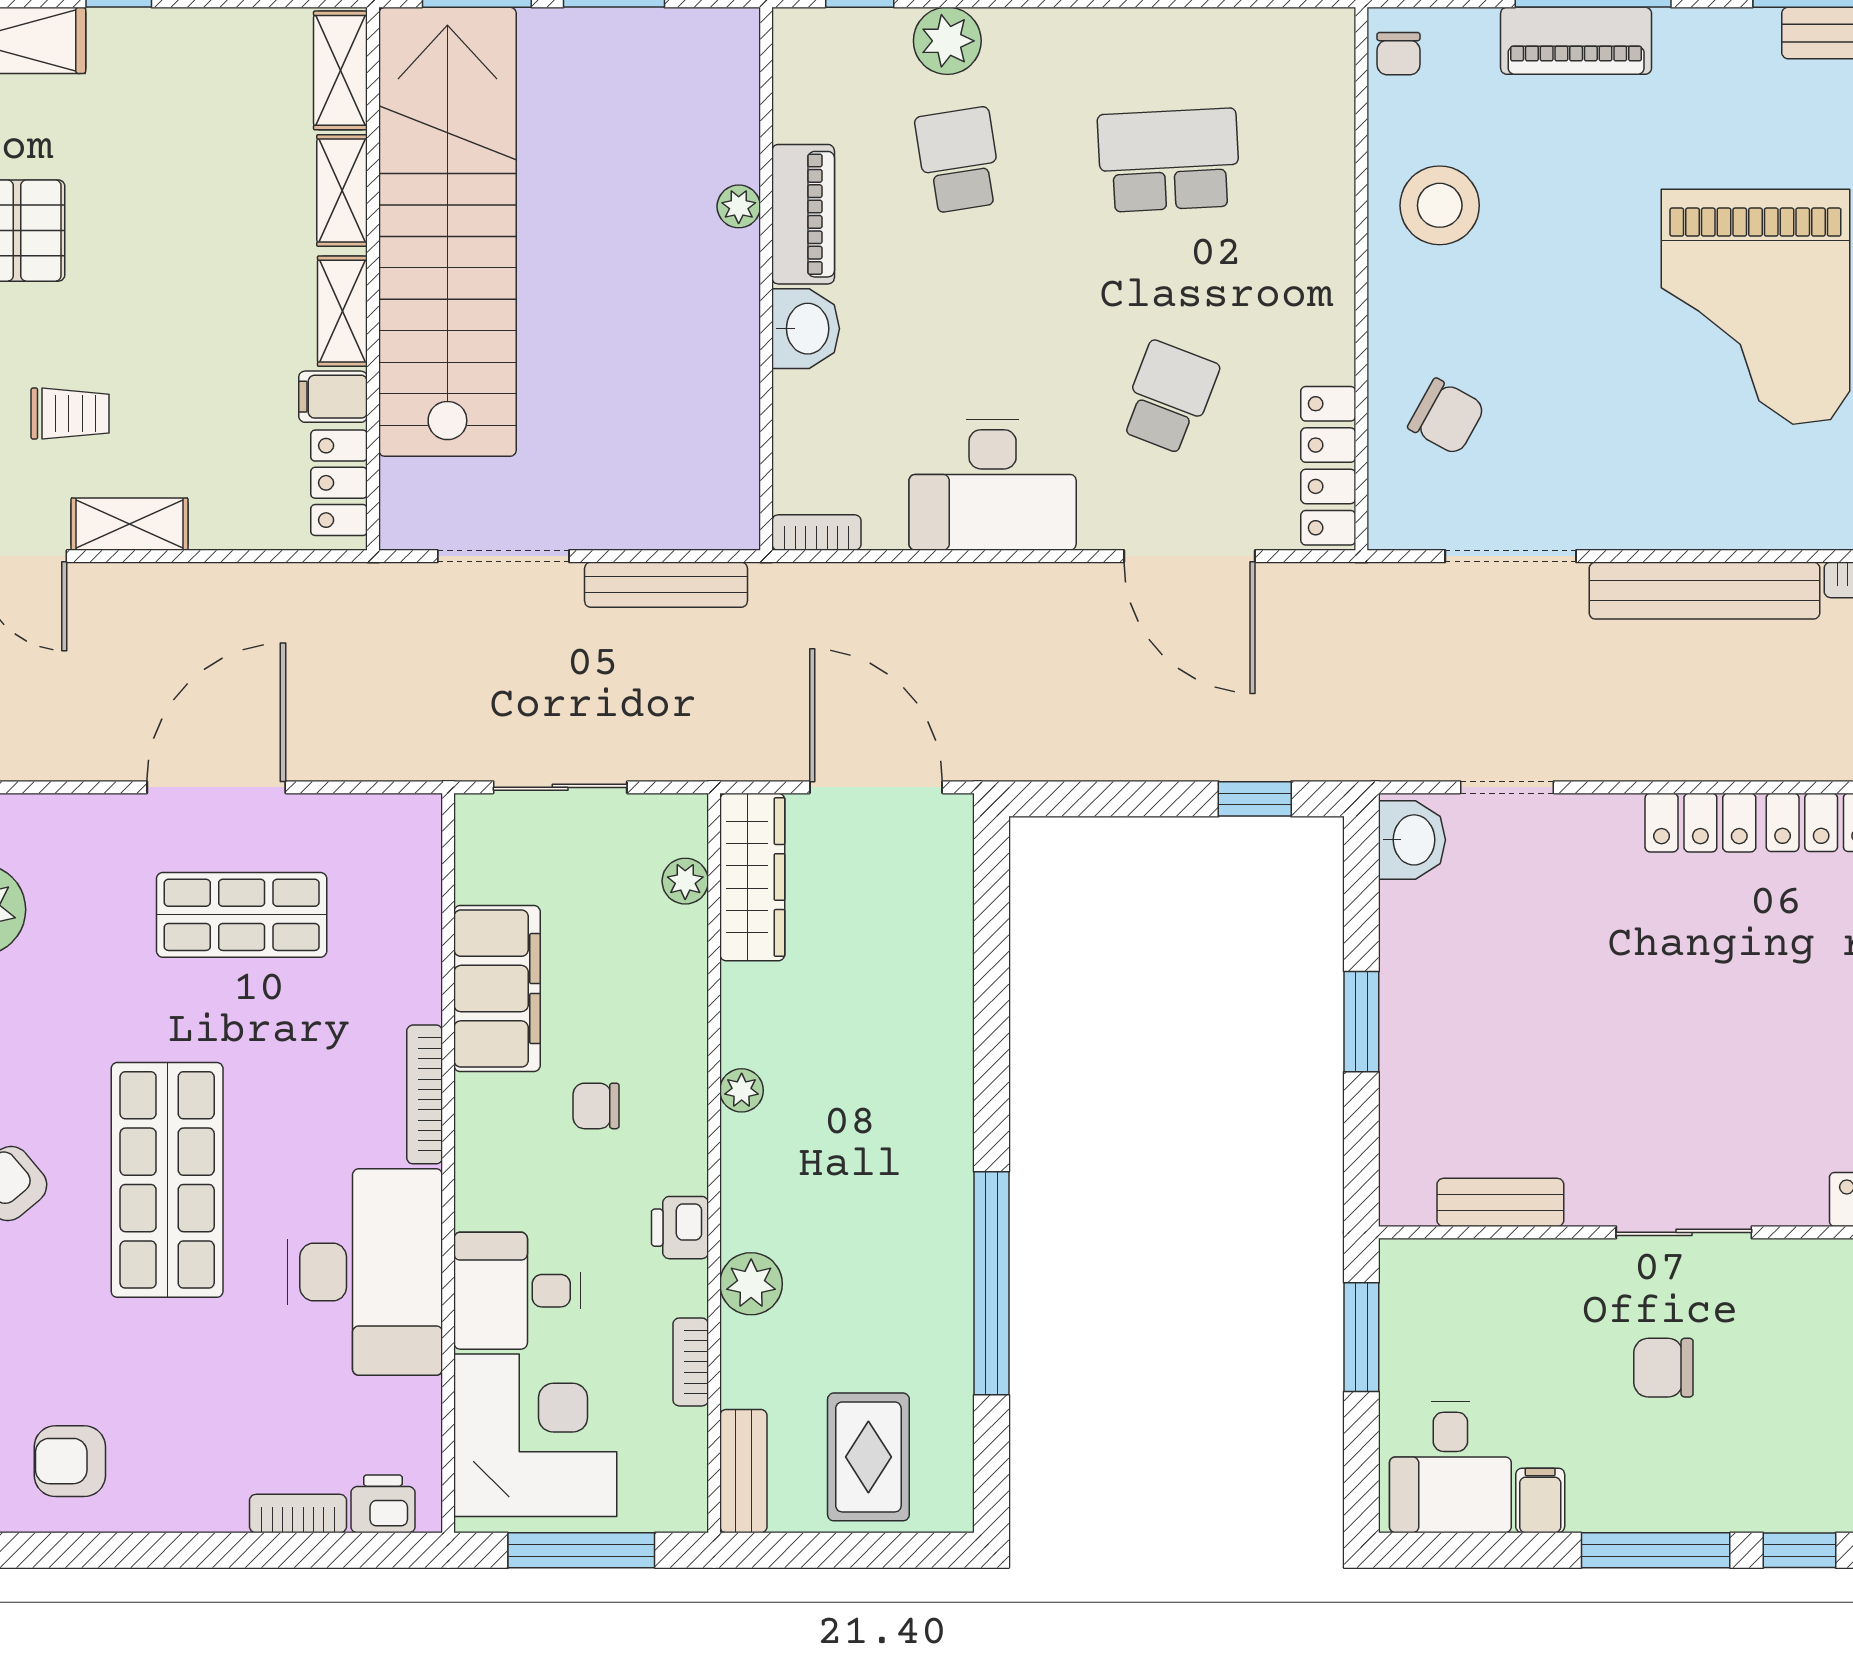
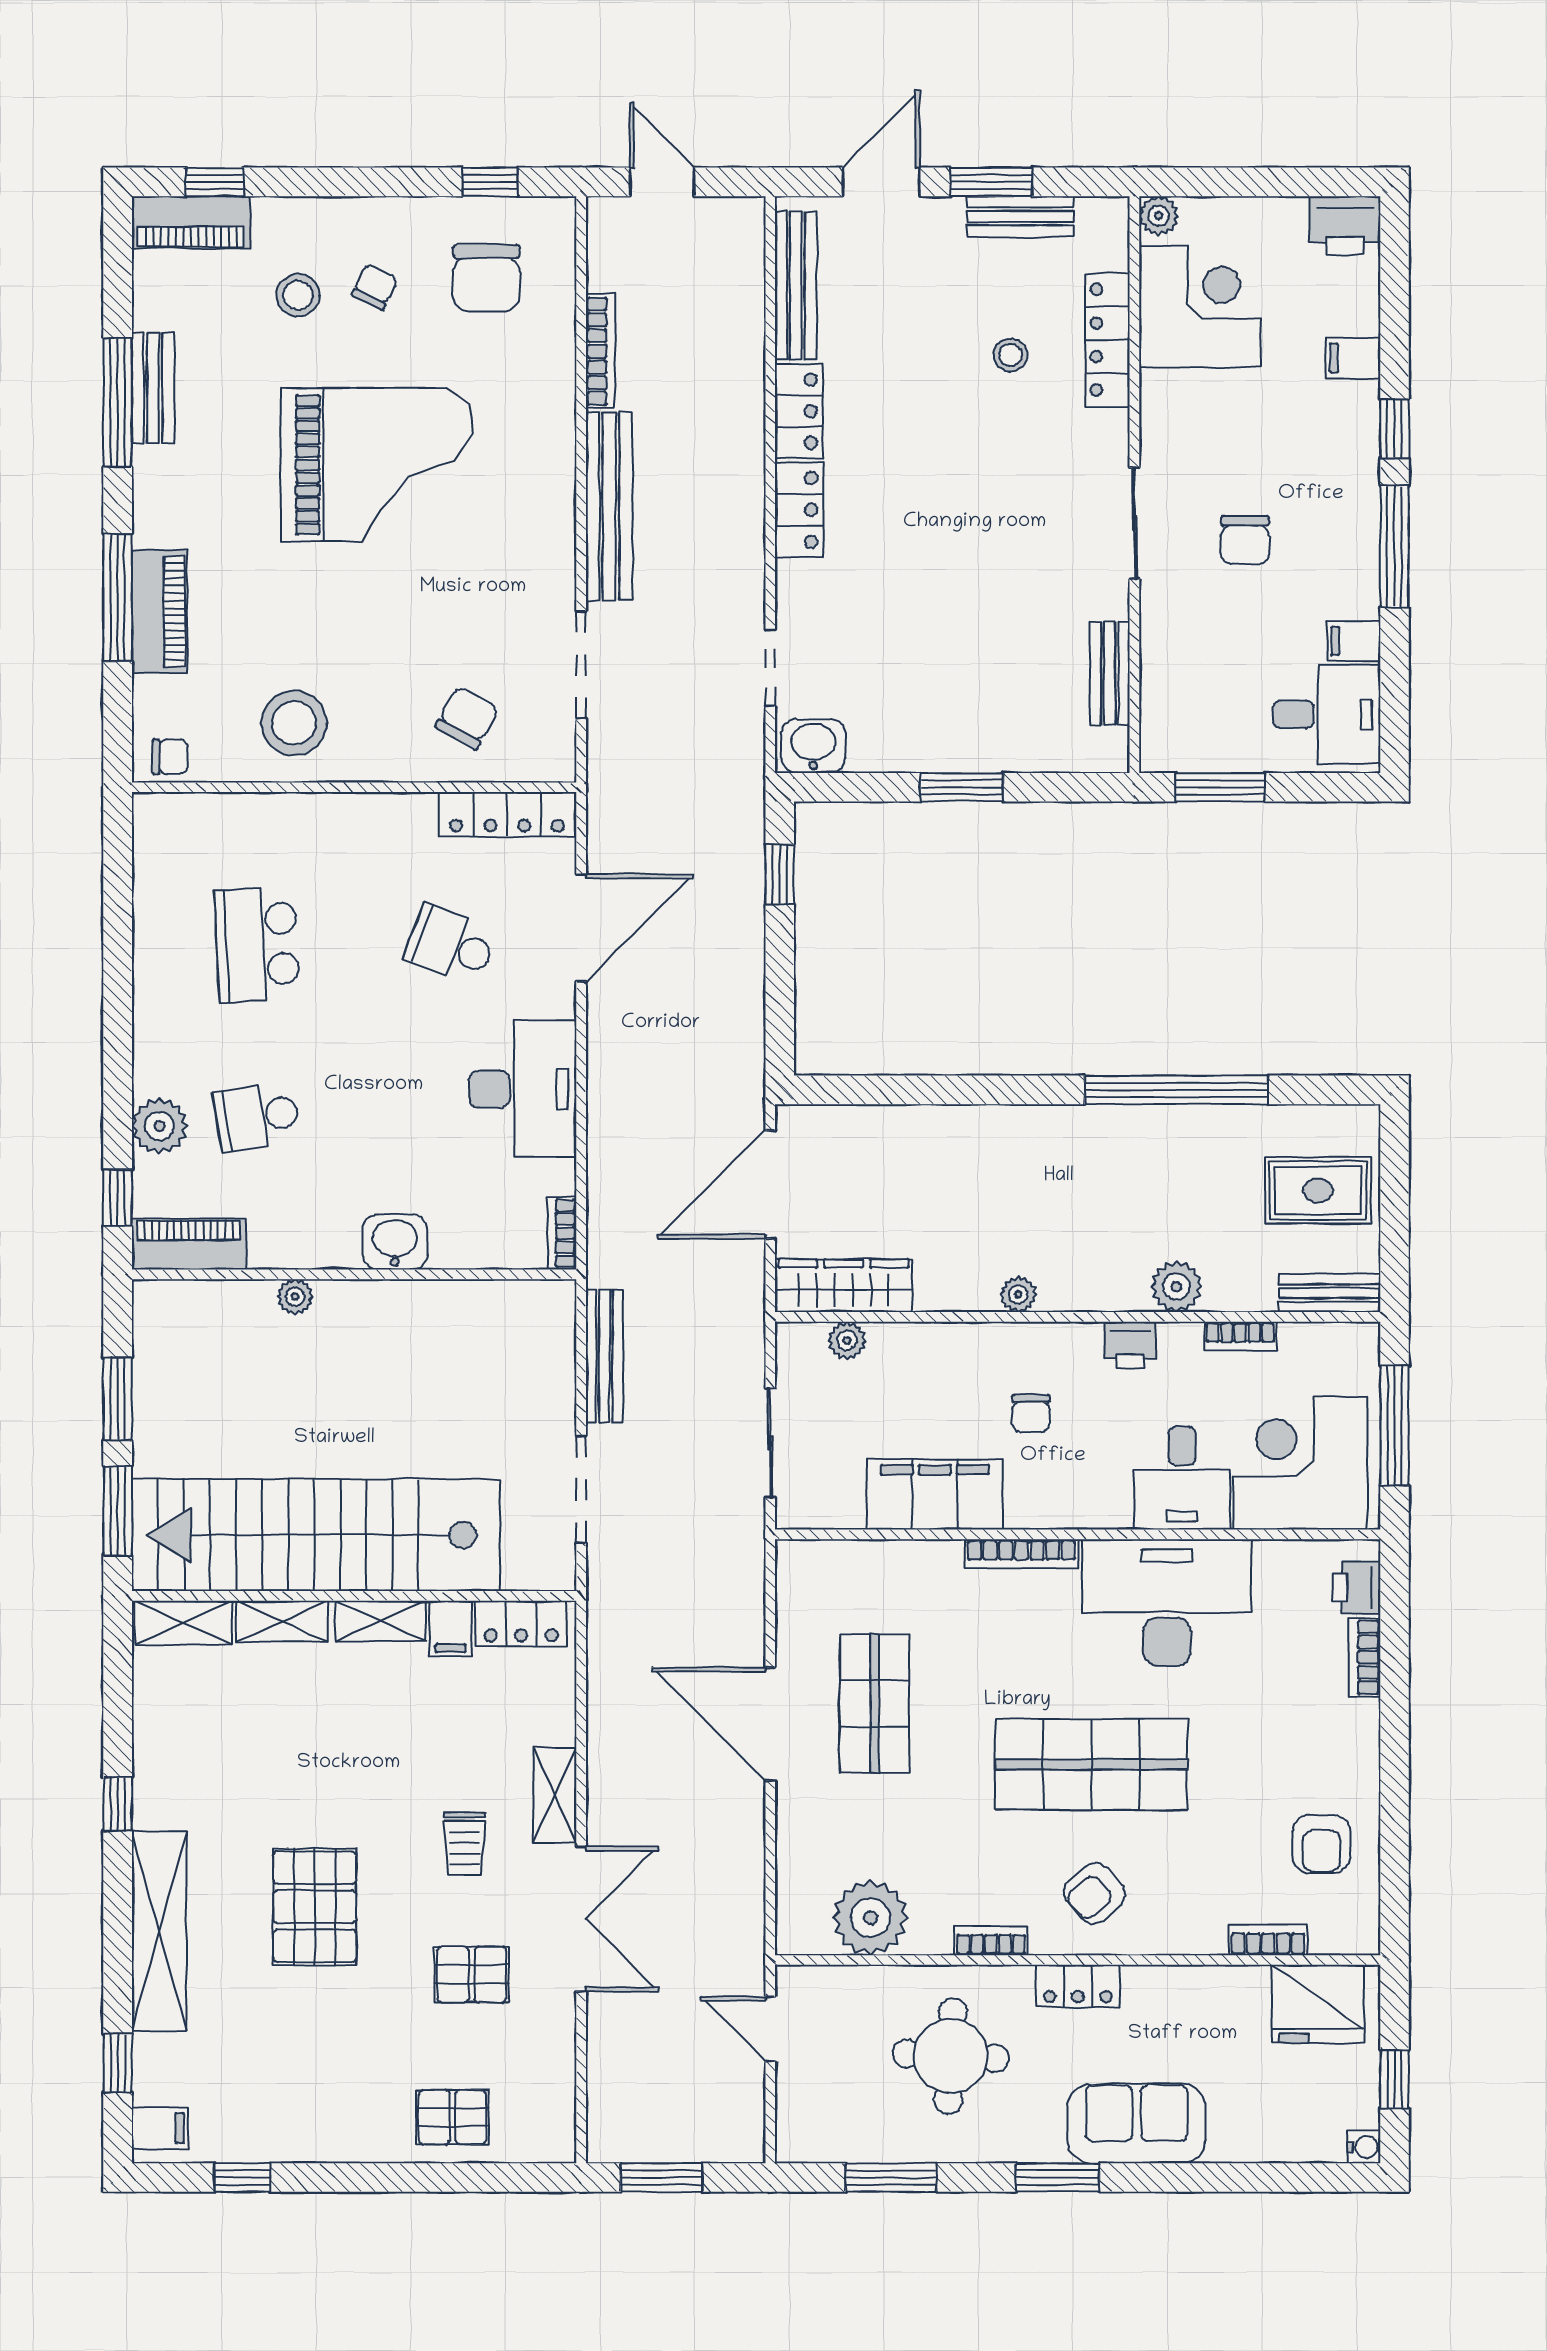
piano: (803, 214) -> (189, 1244), moved
trolley: (70, 414) -> (464, 1844), turned 180

